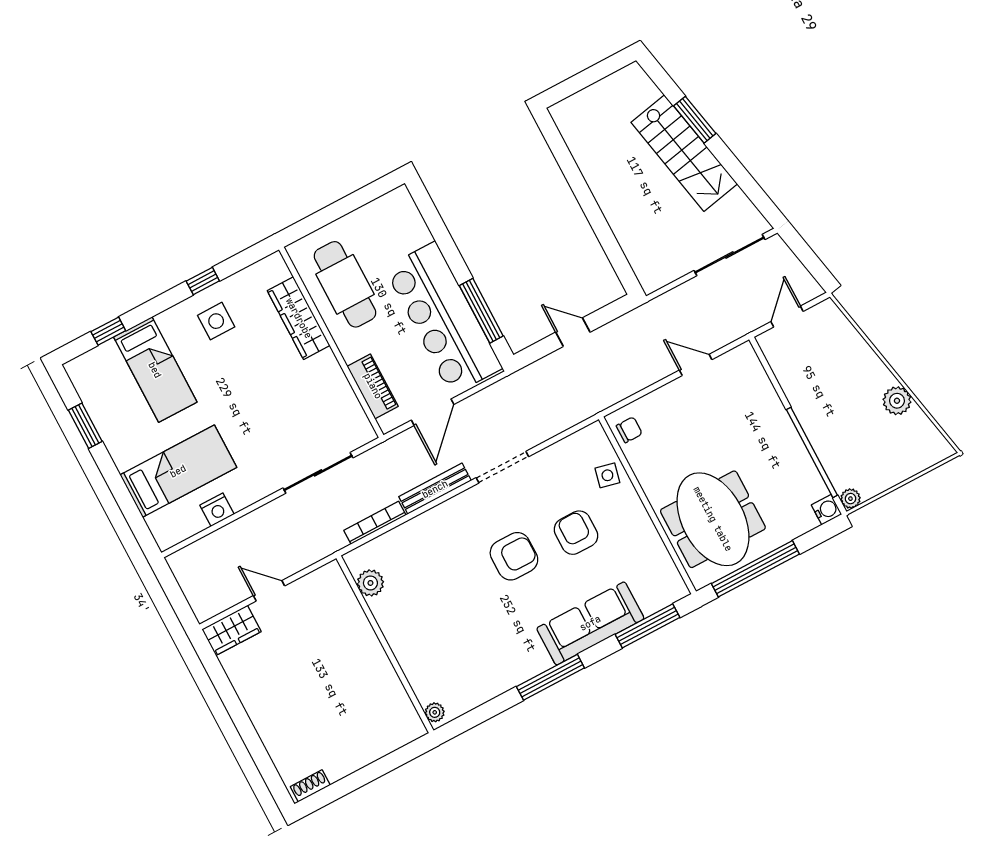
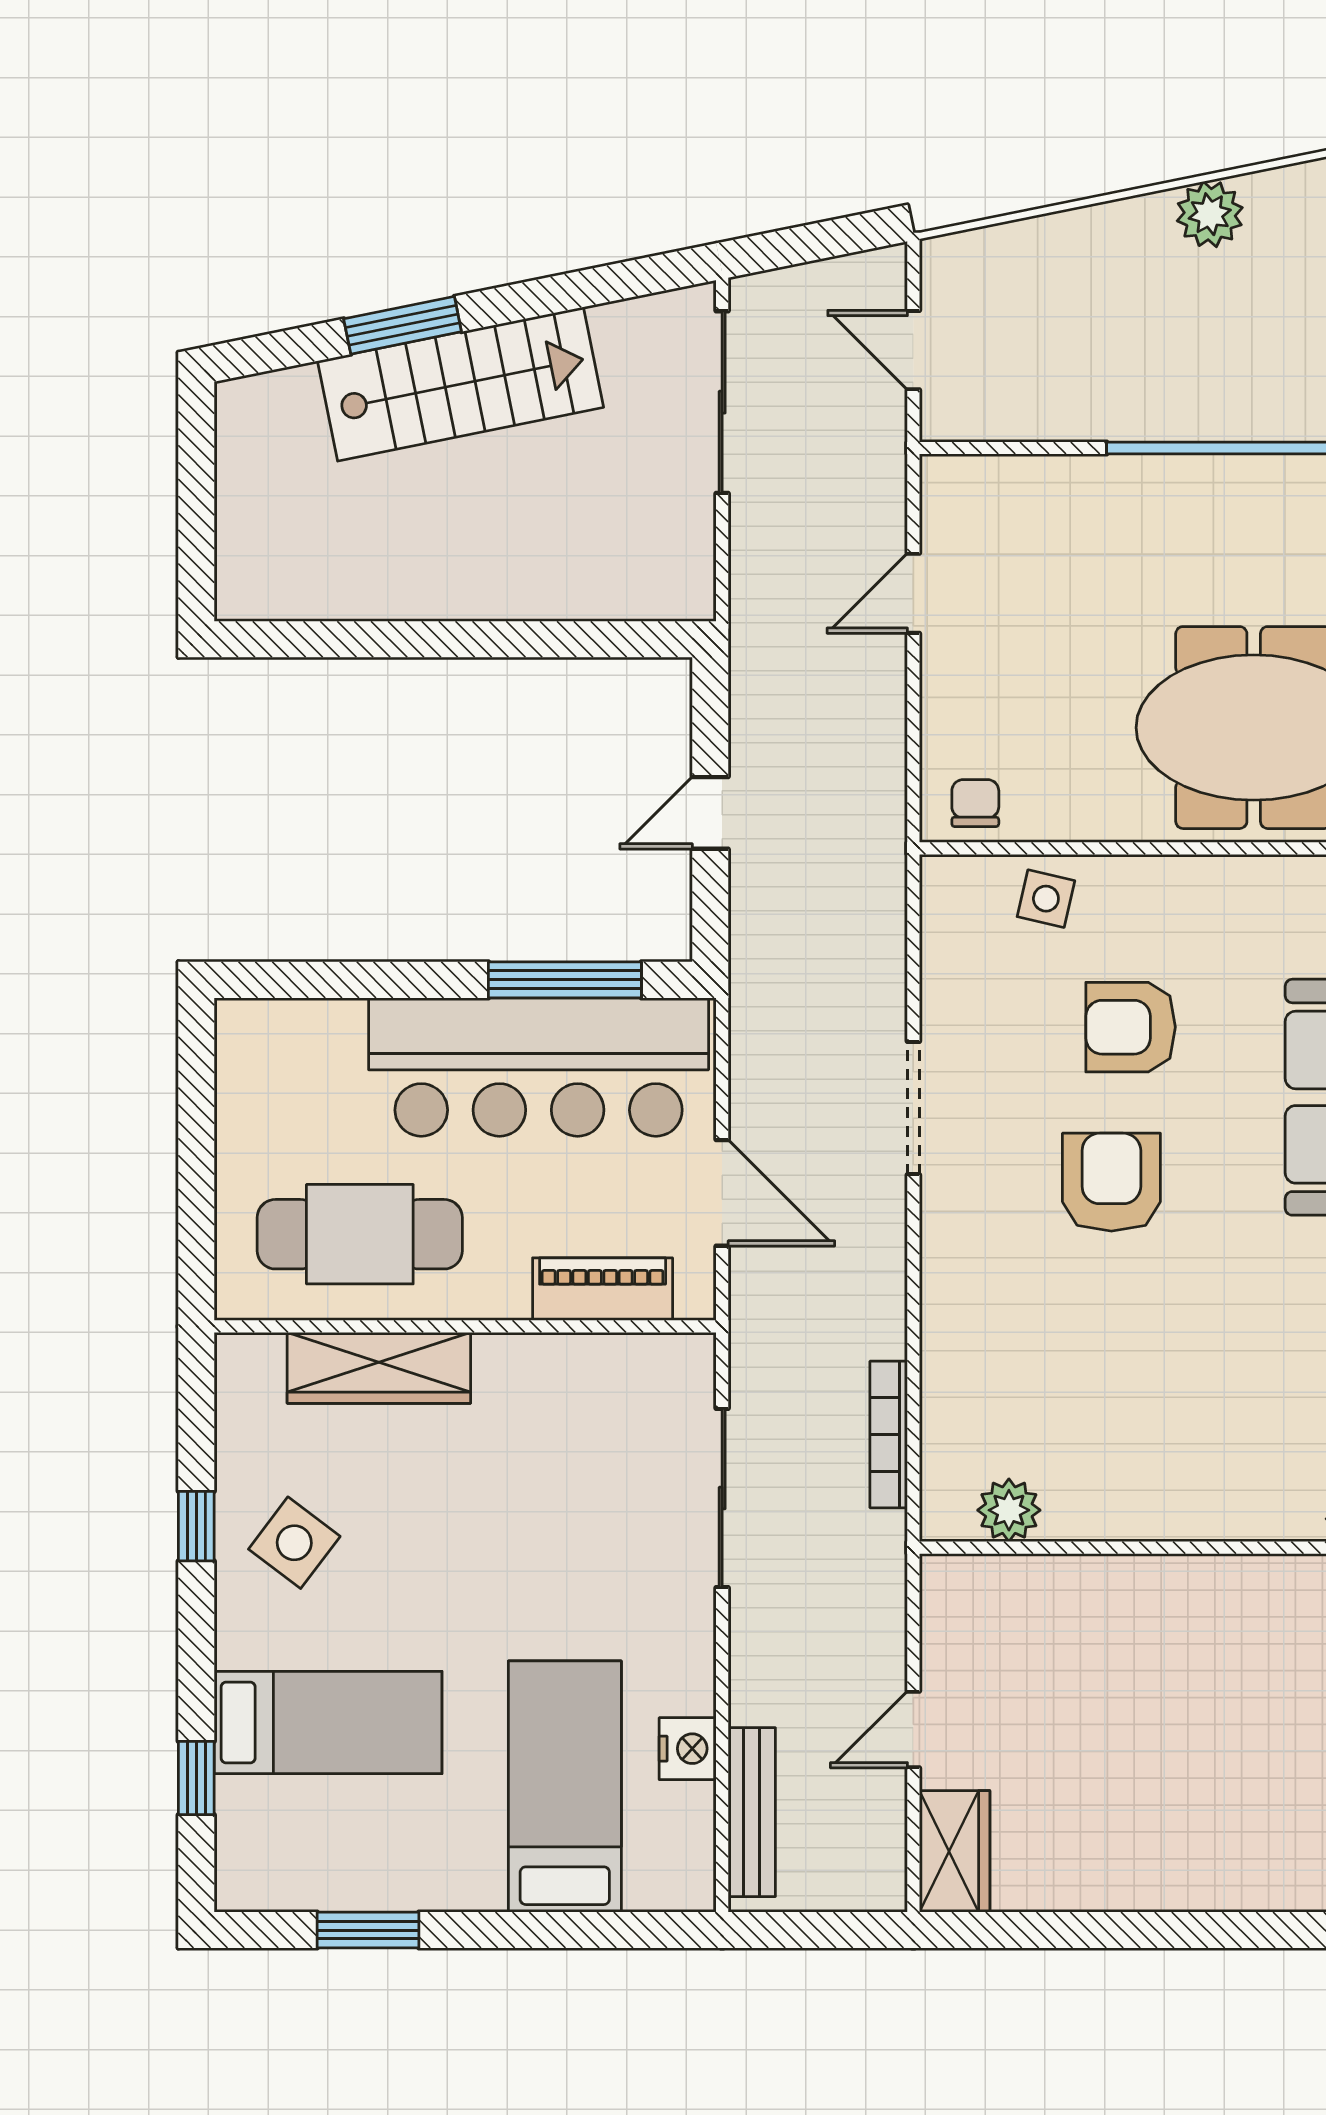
side table: (216, 321) -> (294, 1543), turned 37
bench: (435, 489) -> (752, 1812), moved

